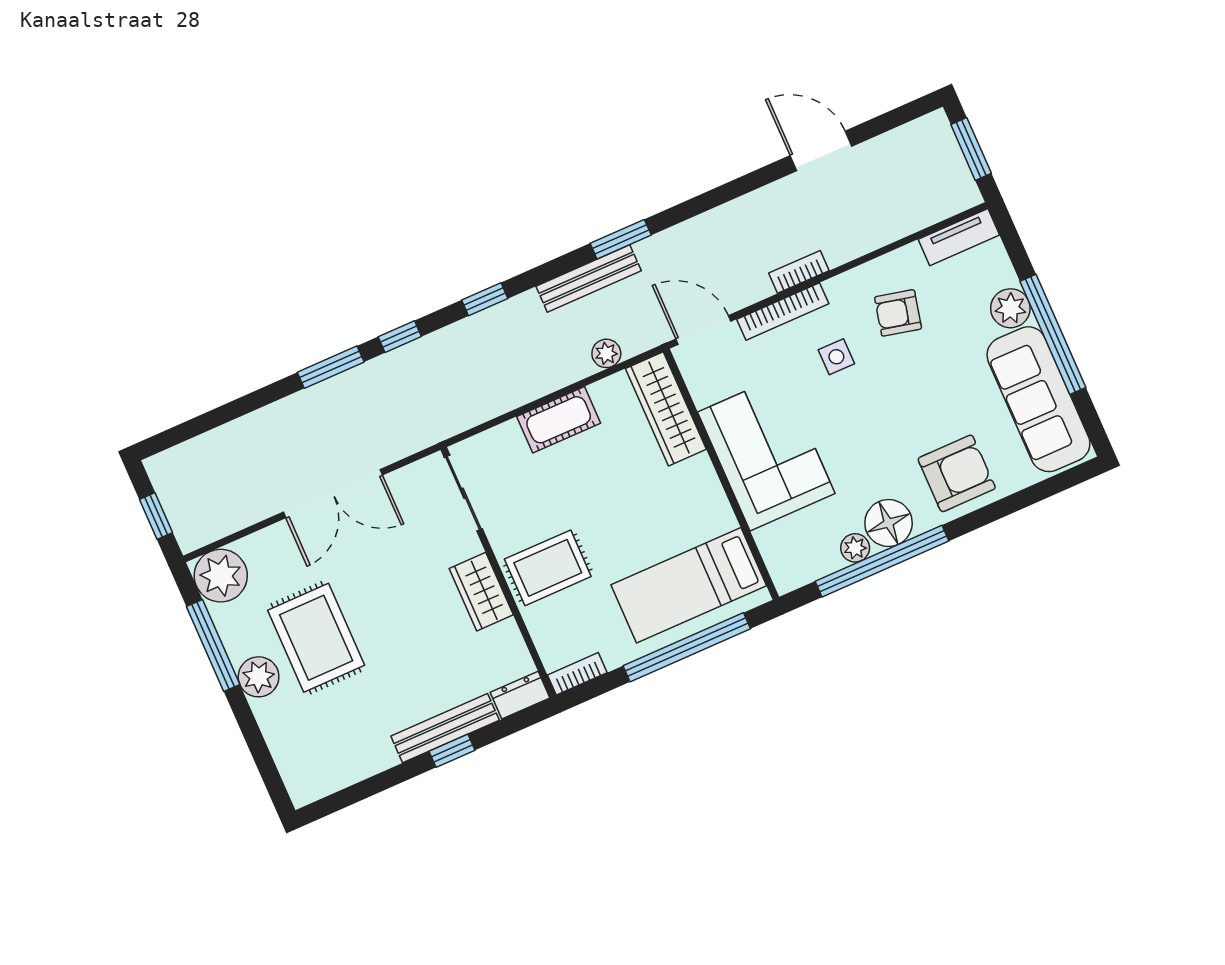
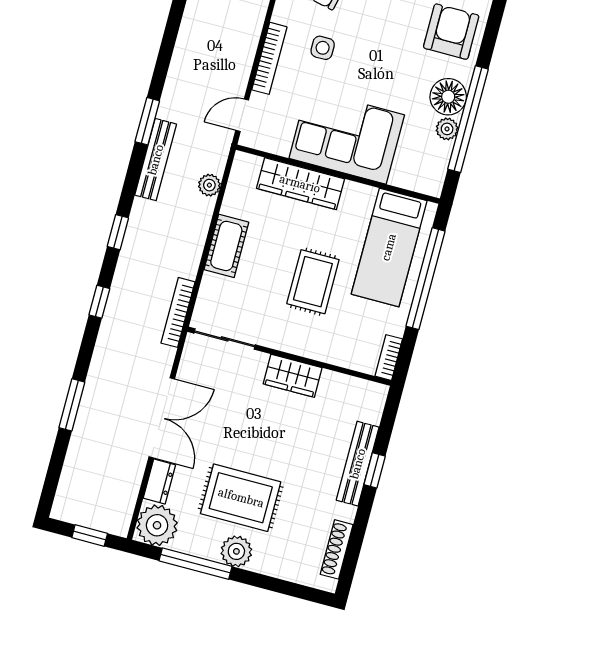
bookcase: (799, 272) -> (178, 312), moved, width x1.56
door: (703, 330) -> (242, 115), width x0.73
window: (331, 367) -> (72, 405), moved
wardrobe: (666, 409) -> (300, 184), moved
rug: (548, 568) -> (313, 282), moved
dresser: (520, 695) -> (159, 481), moved, turned 180
shoe rack: (342, 776) -> (337, 549), added

